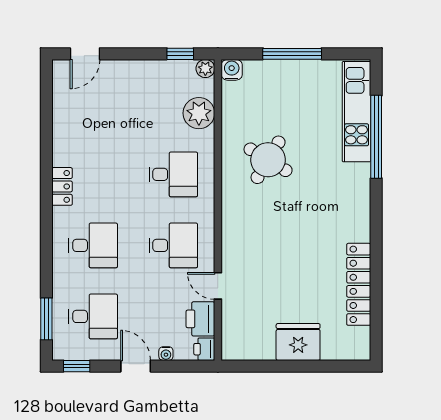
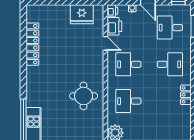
round table: (268, 160) -> (84, 96), moved, turned -31
desk: (93, 245) -> (170, 64), turned 180
fridge: (298, 342) -> (82, 14), moved

